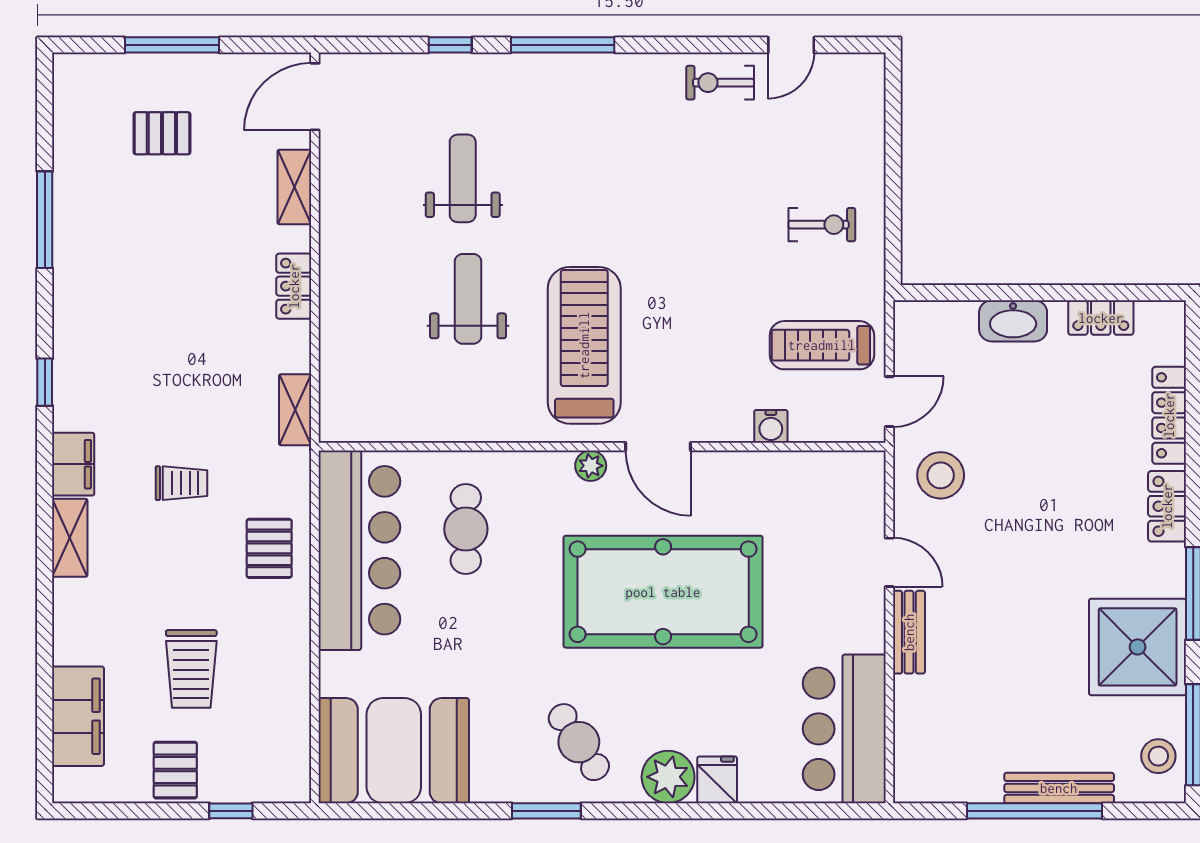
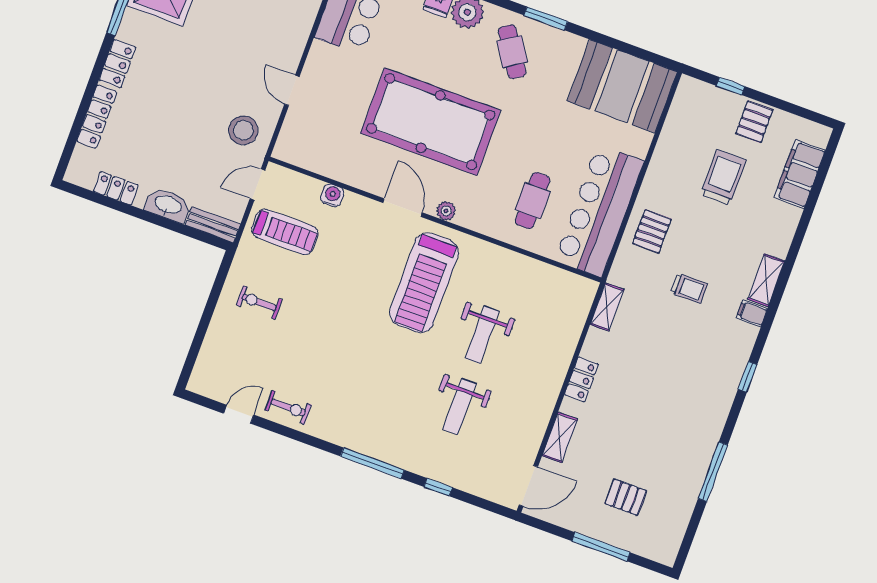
filing cabinet: (73, 464) -> (752, 313), width x0.50
trolley: (181, 483) -> (689, 288), turned 180
bench: (909, 632) -> (213, 225), moved, turned 90

